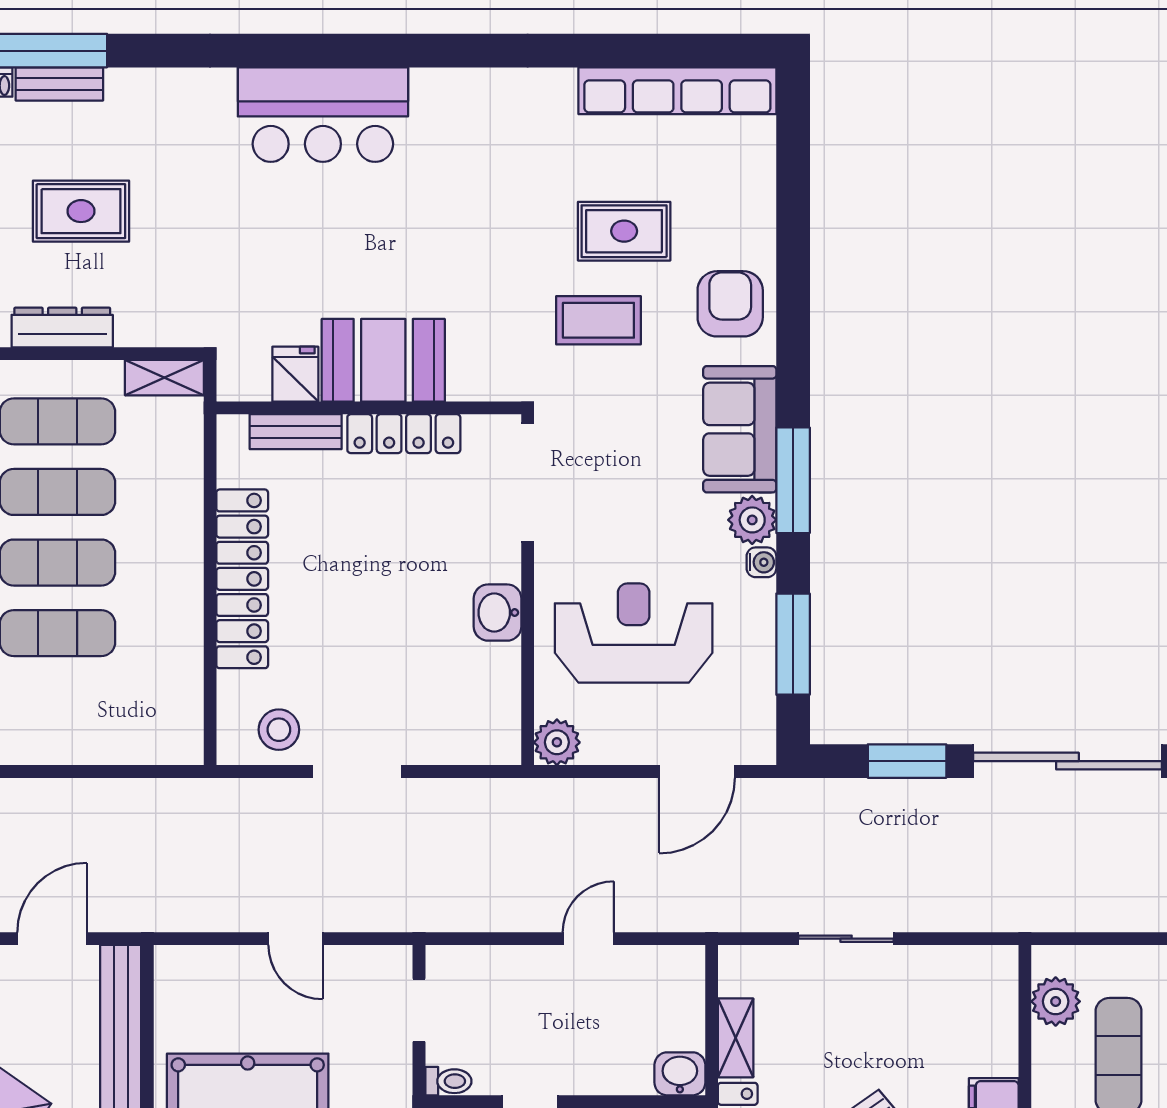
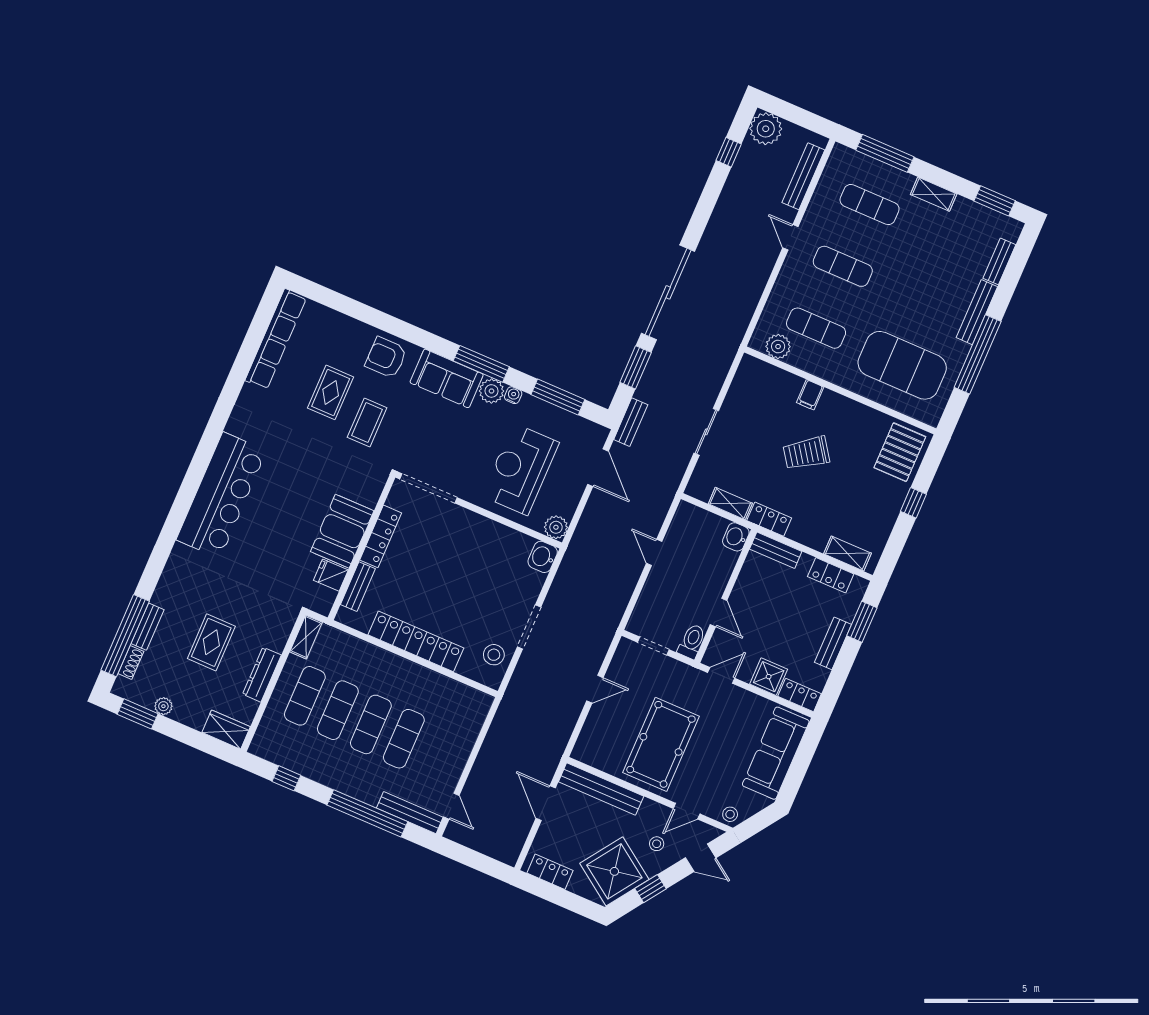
bar counter: (323, 115) -> (221, 495), width x1.36
washbasin: (498, 613) -> (543, 557), moved, turned 90
bench: (805, 795) -> (631, 422), added
toilet: (448, 1081) -> (692, 641), width x1.37, depth x1.39

